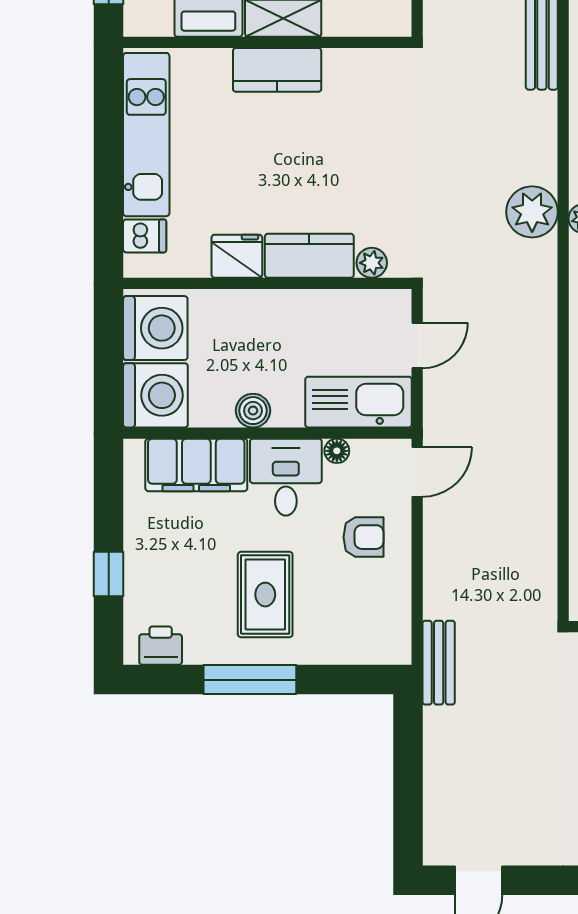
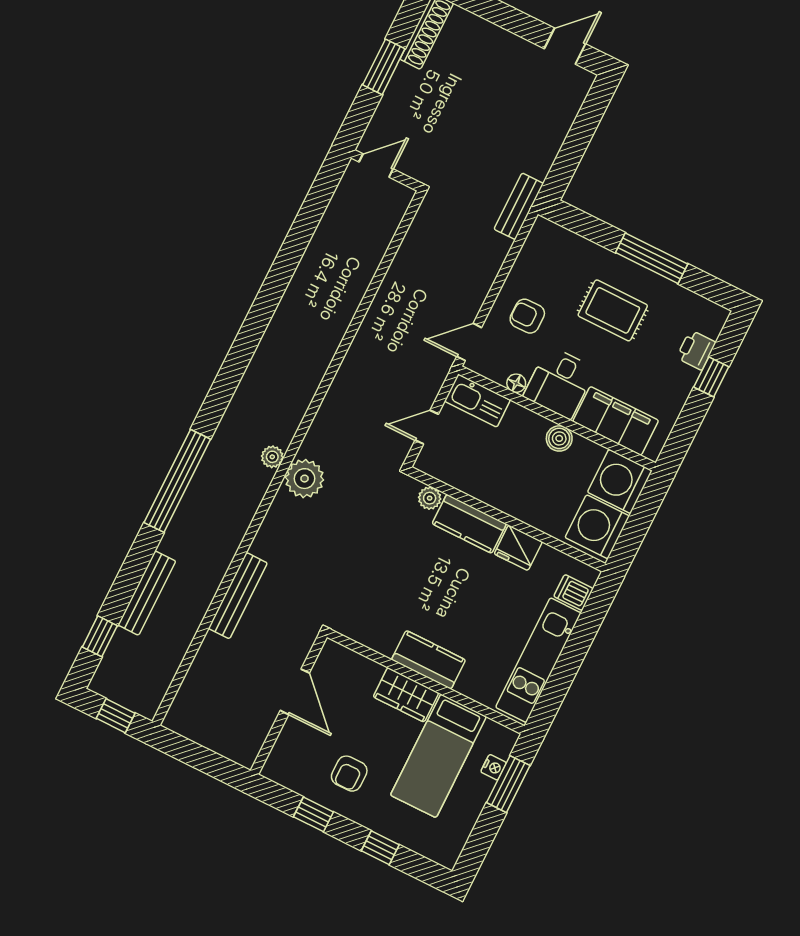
kitchen sink: (359, 402) -> (477, 401), width x0.73, depth x0.81
rug: (265, 595) -> (613, 310), turned 90
printer: (161, 646) -> (696, 350), moved, turned 90

